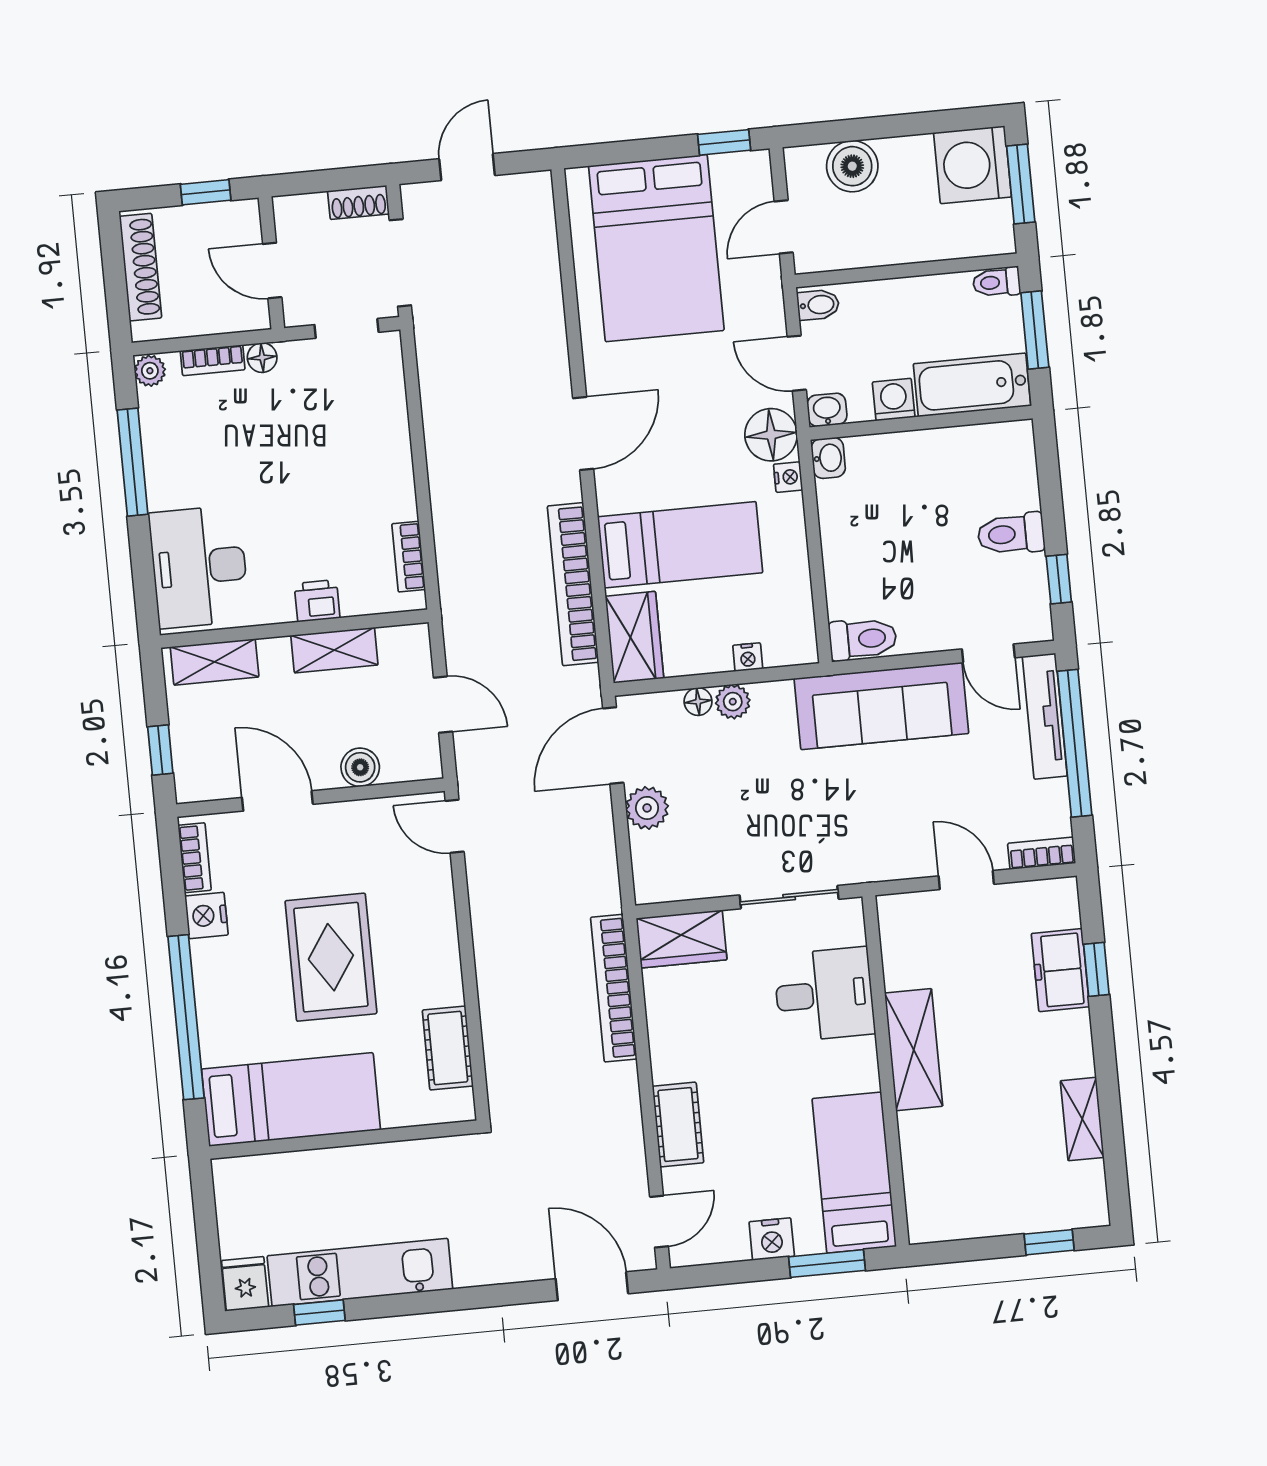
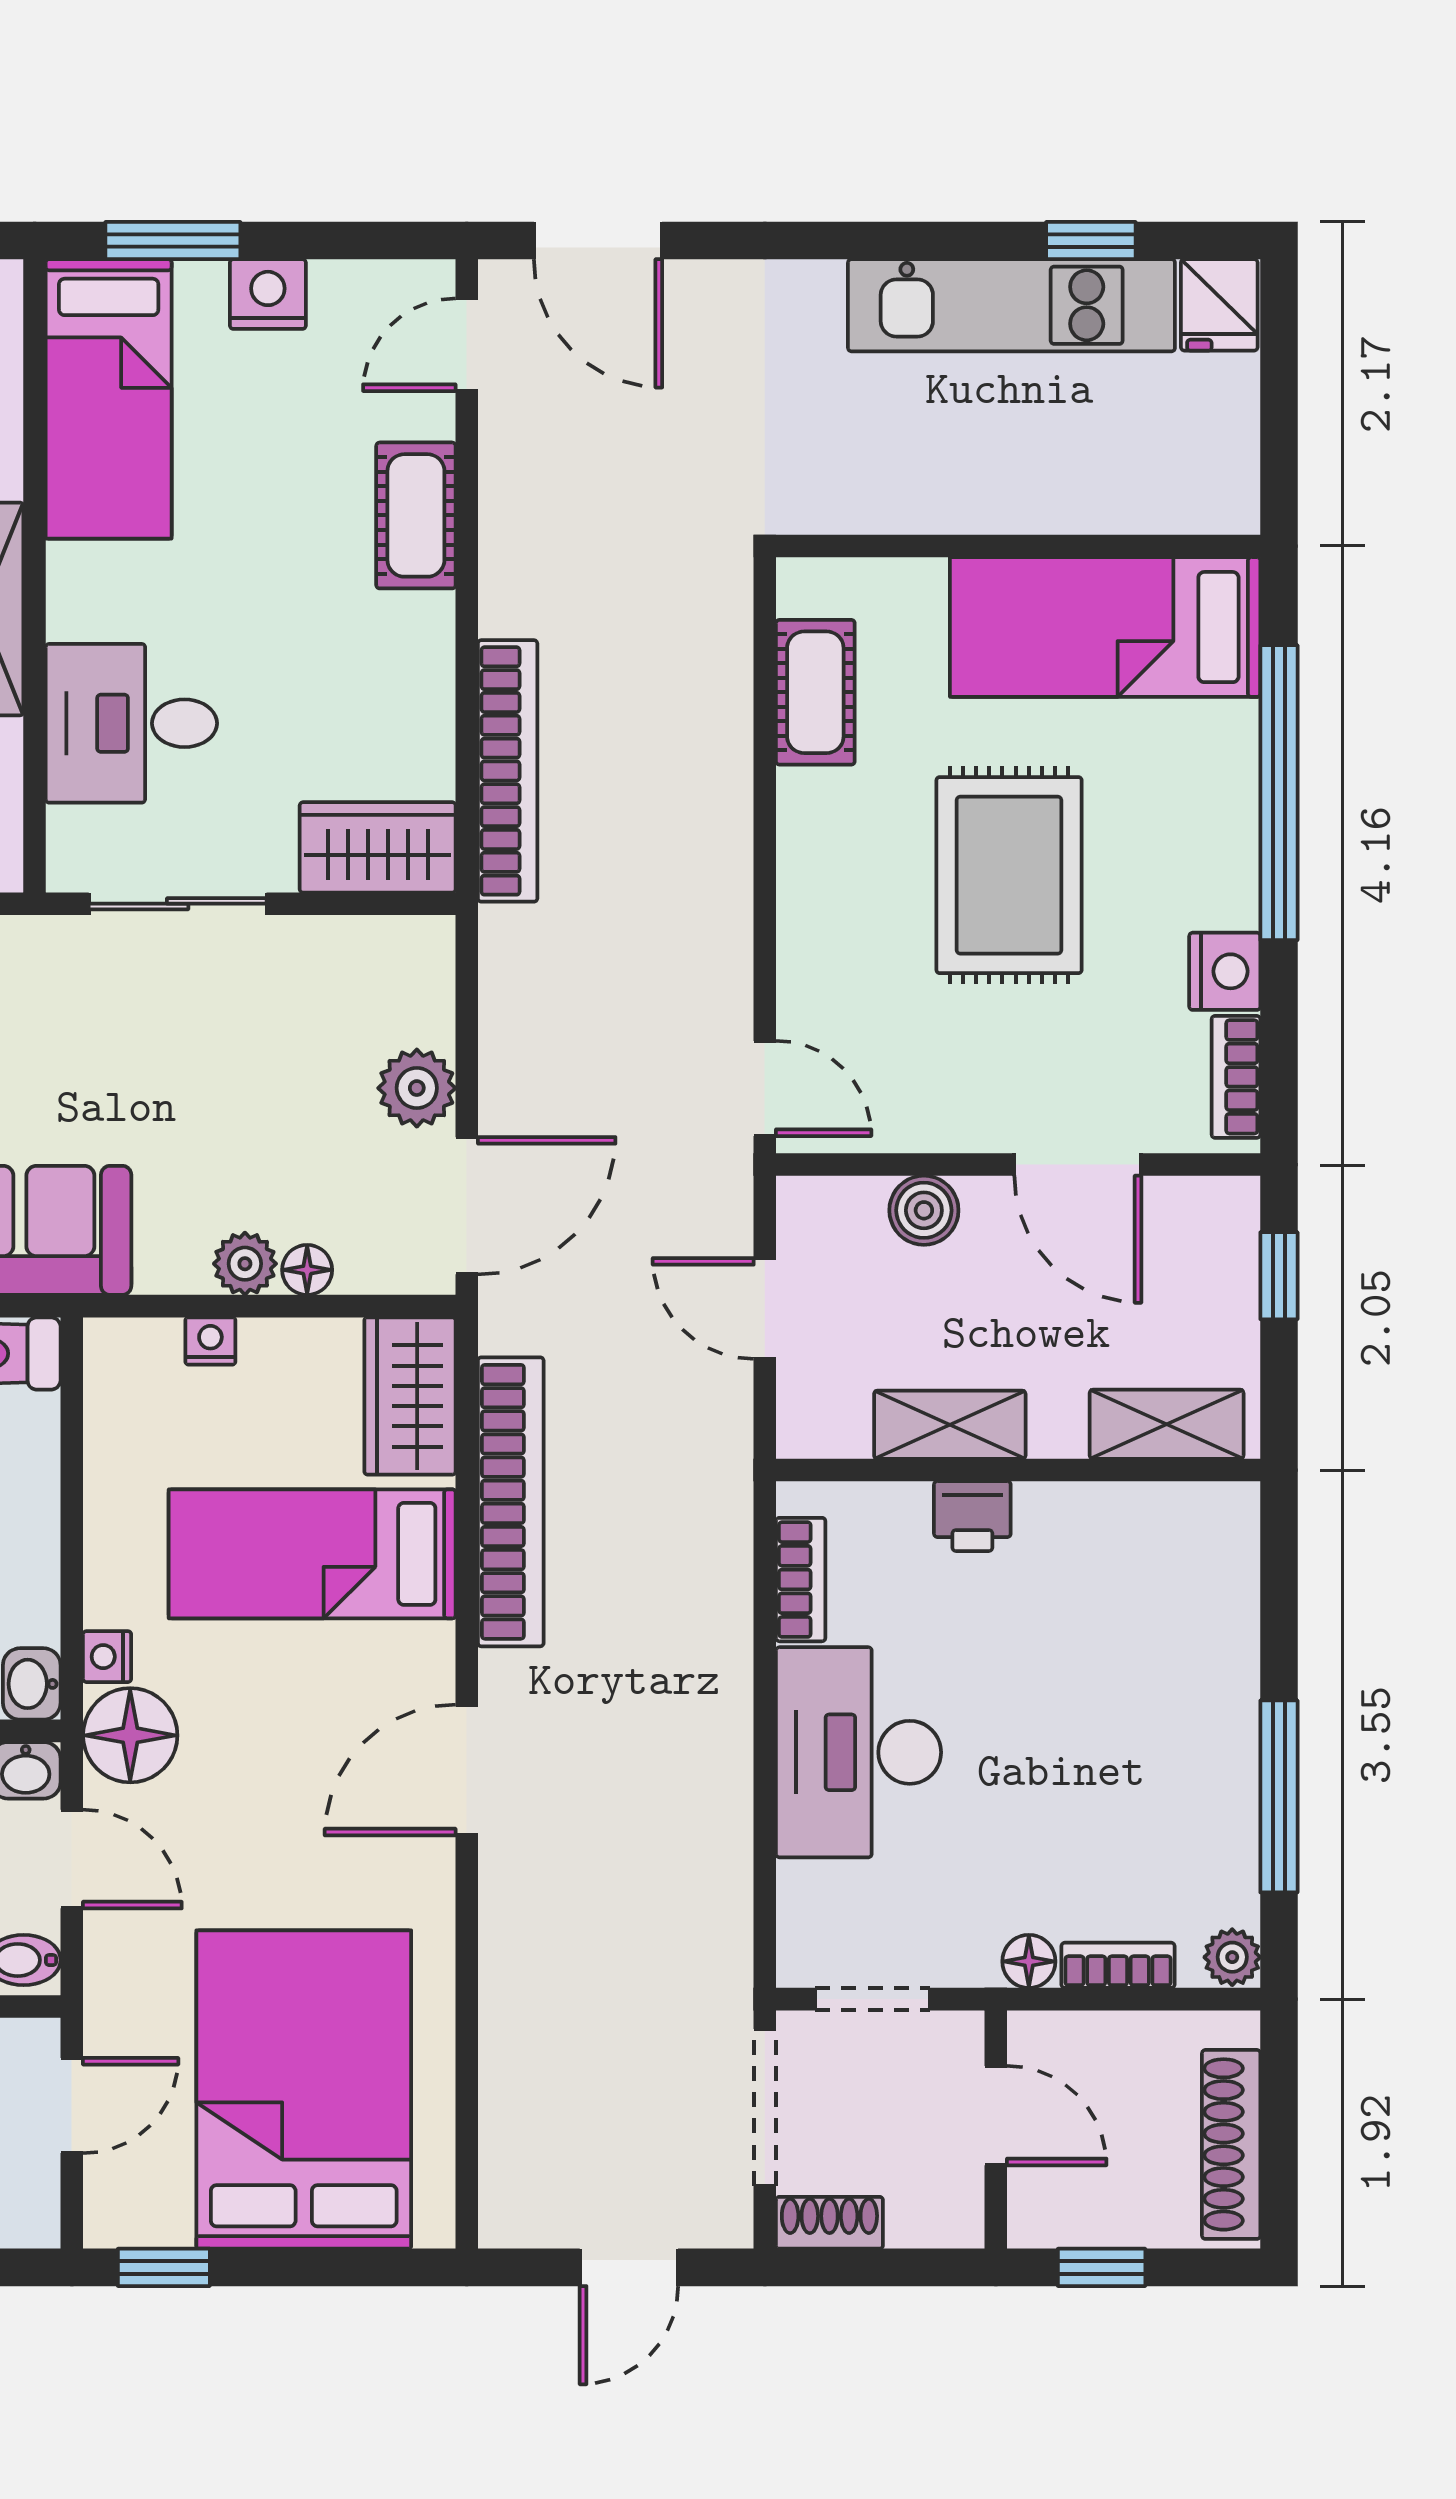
desk: (199, 567) -> (859, 1752), moved, turned 180

